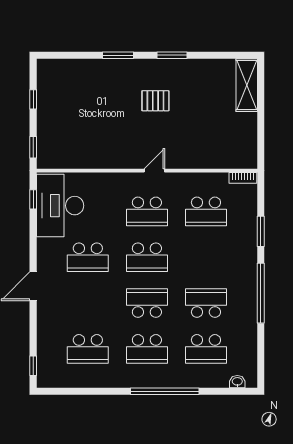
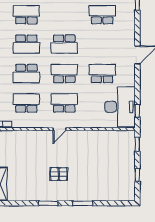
school desk: (147, 349) -> (26, 74), moved, turned 180

